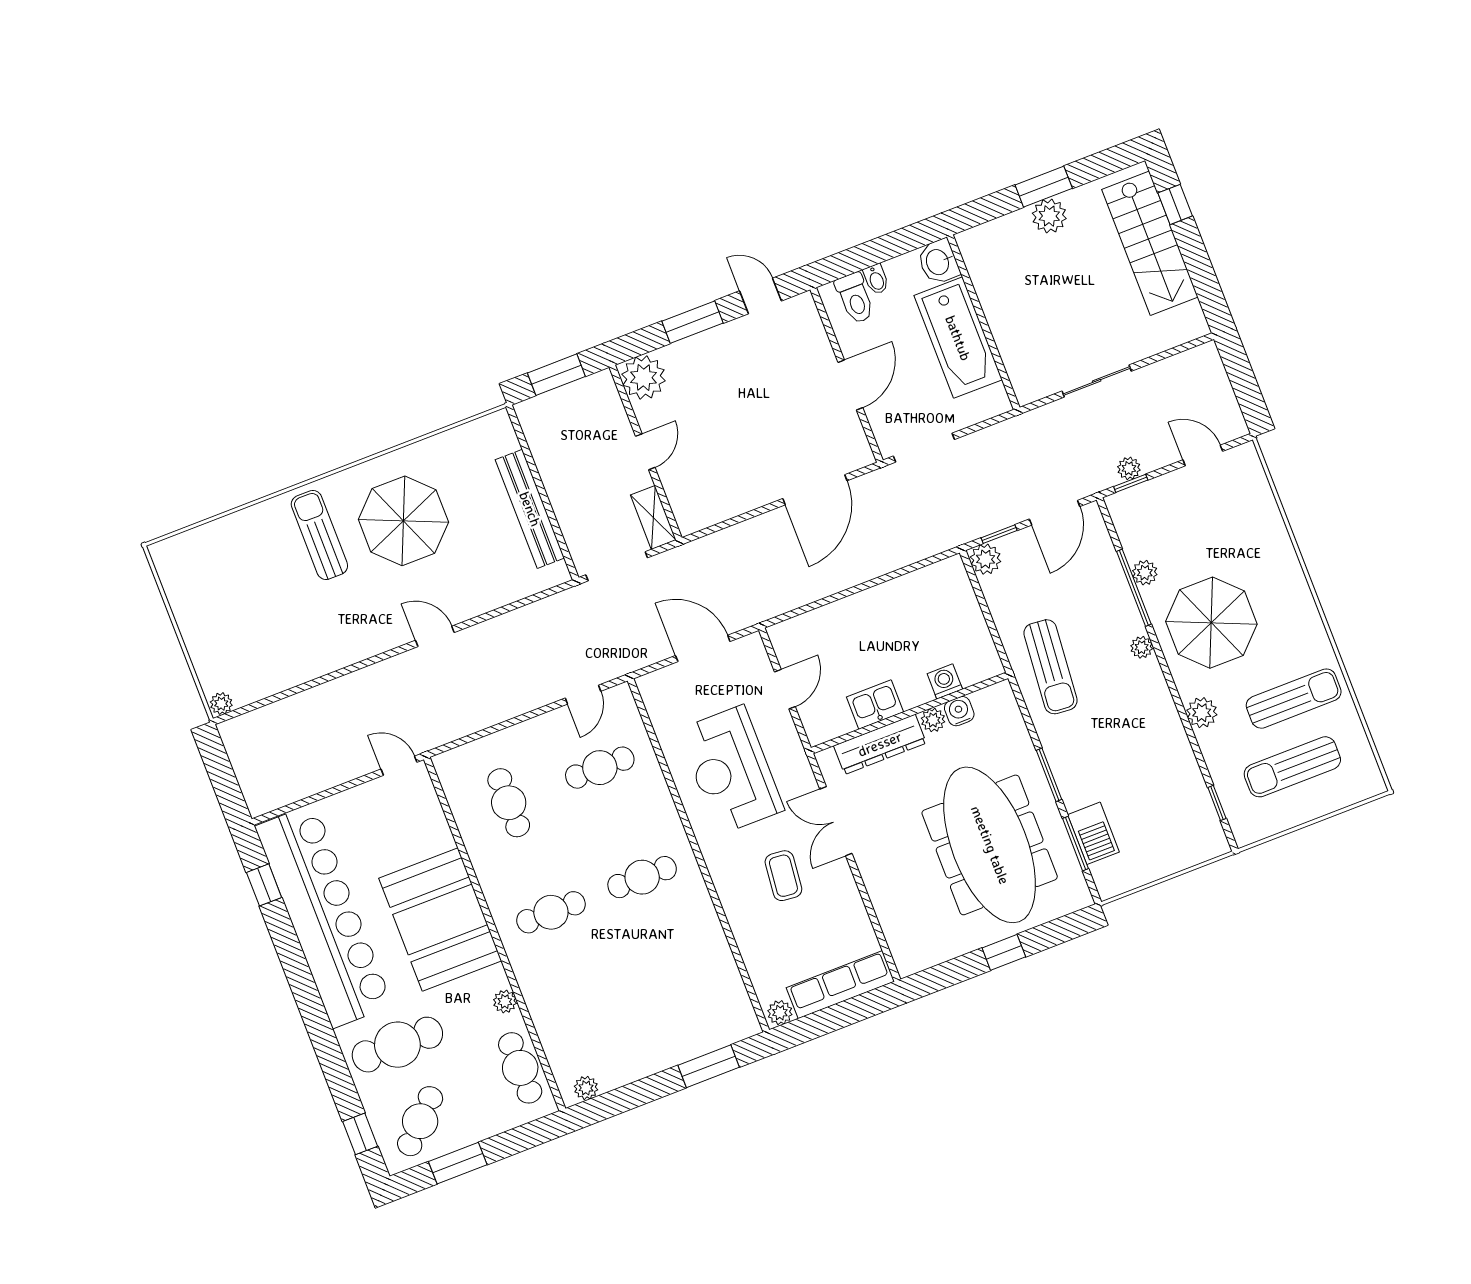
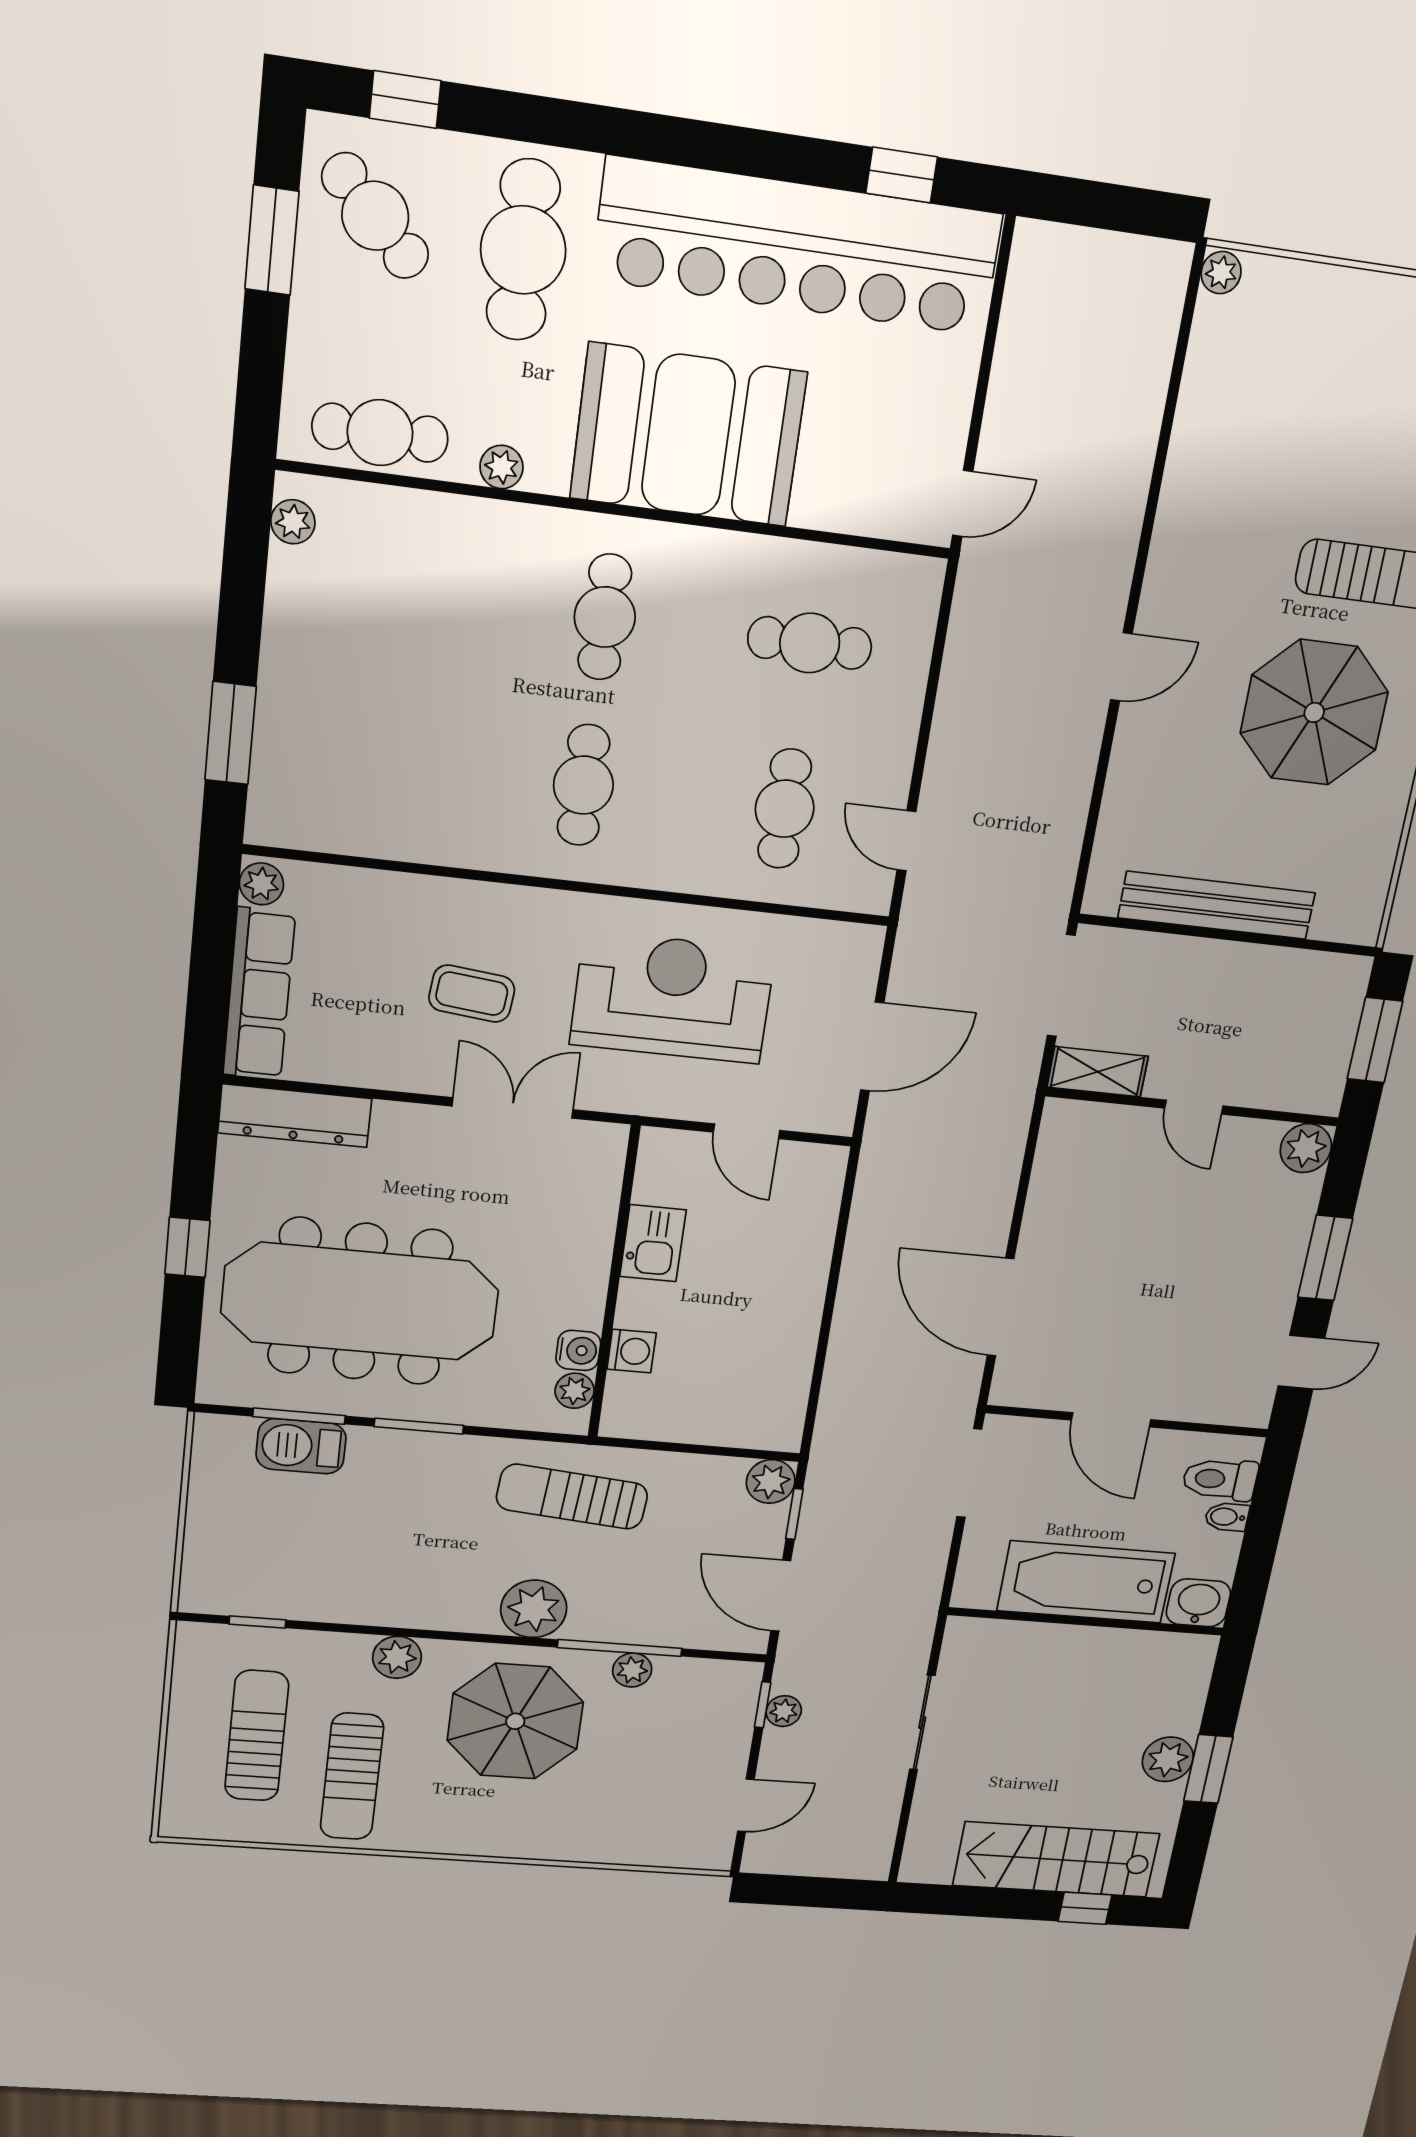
plant: (643, 378) -> (1306, 1148), width x0.73, depth x0.73
plant: (1142, 647) -> (534, 1609), width x1.87, depth x1.87
plant: (933, 720) -> (575, 1391), moved
dresser: (880, 744) -> (295, 1116), moved, turned -90

